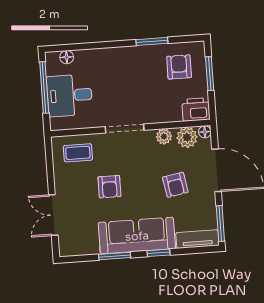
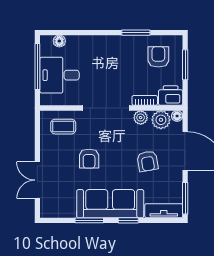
bookcase: (167, 117) -> (145, 100), added
doorway: (125, 129) -> (106, 108), width x1.36

